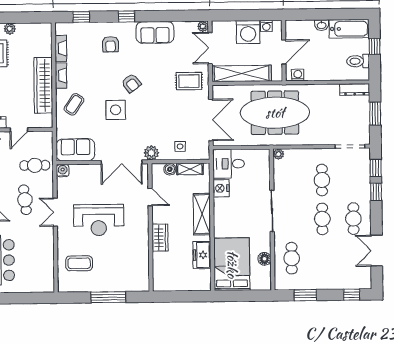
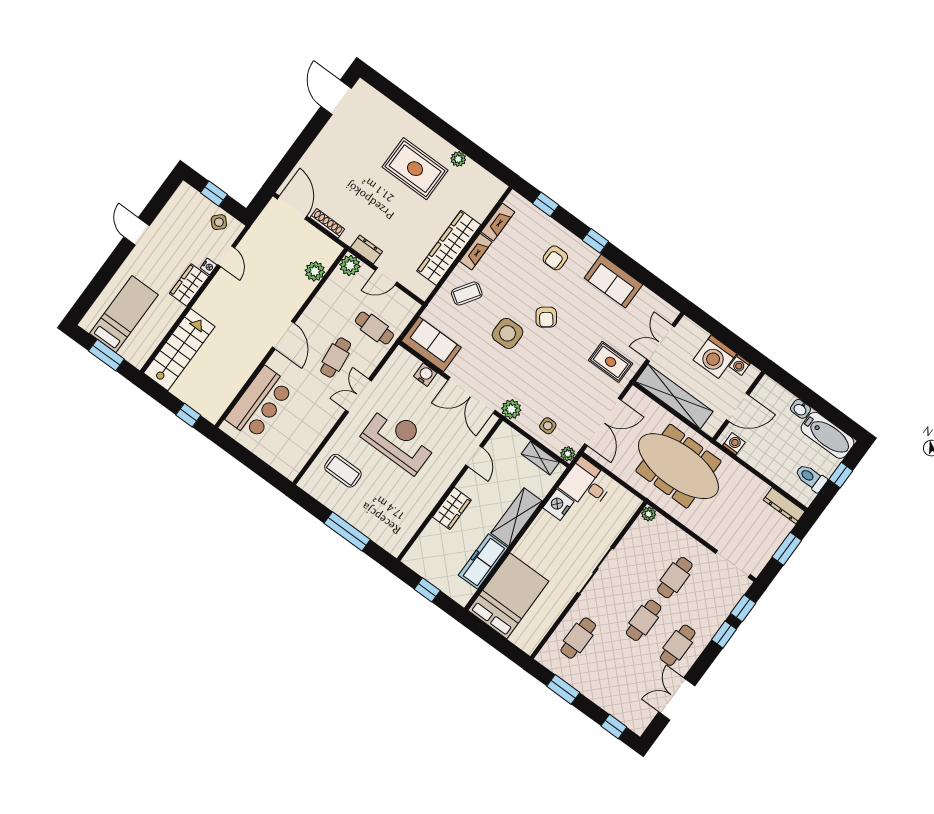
plant: (203, 26) -> (568, 454), moved
boiler: (170, 169) -> (518, 442), removed
water cooler: (63, 171) -> (425, 375), moved
reception desk: (99, 220) -> (399, 439), turned 180
freezer: (202, 255) -> (483, 562), width x1.40
floor lamp: (264, 259) -> (548, 617), removed
window: (181, 296) -> (427, 590), added

